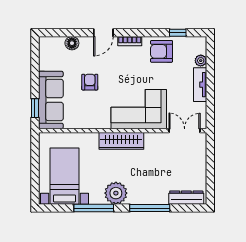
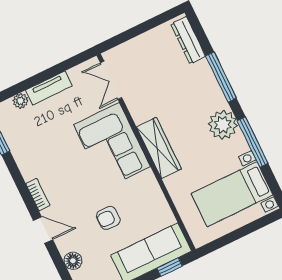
armchair: (162, 51) -> (32, 152), removed

